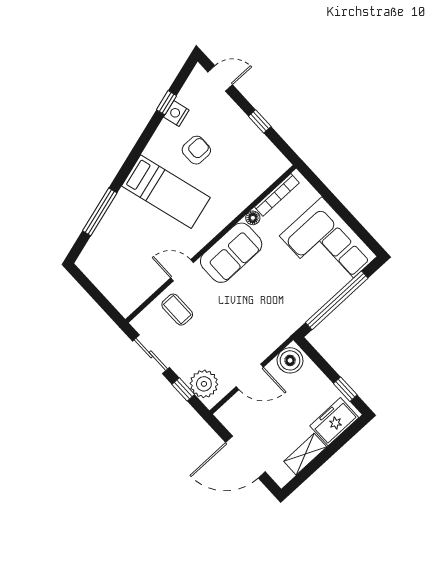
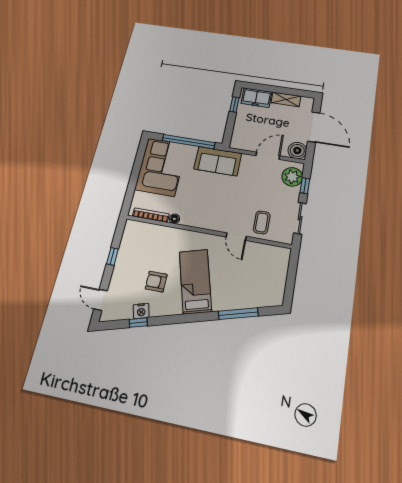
sofa: (231, 253) -> (218, 161), moved, turned 180
boiler: (290, 360) -> (297, 151), moved
door: (250, 377) -> (268, 156), hinge flipped

